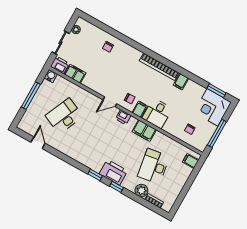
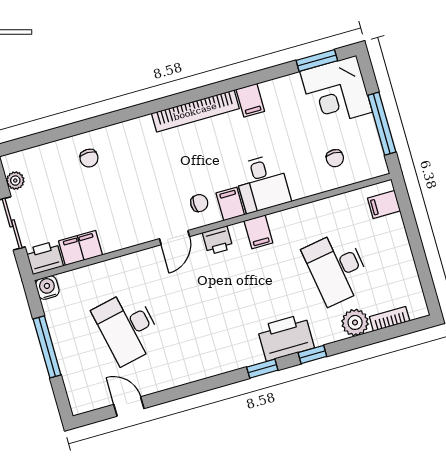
desk: (64, 116) -> (127, 327), turned -36
filing cabinet: (144, 131) -> (258, 232), width x0.50

